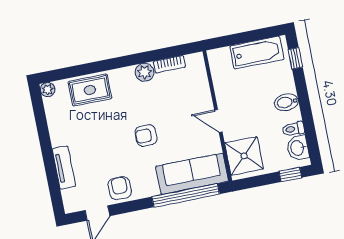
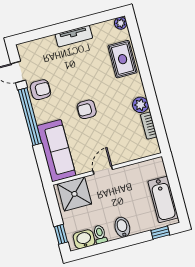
armchair: (146, 136) -> (87, 109), turned -90
tv unit: (64, 167) -> (74, 36), moved
window: (186, 195) -> (30, 117), moved

